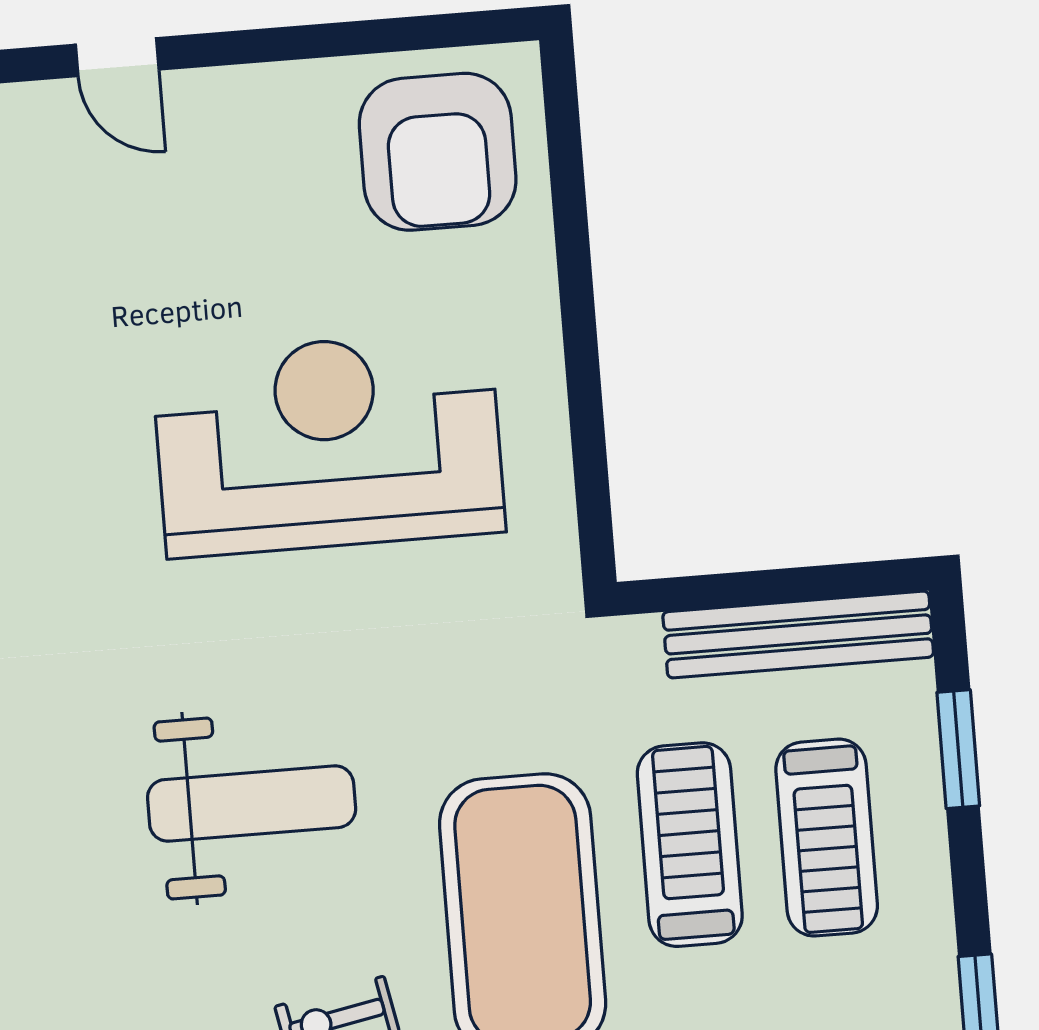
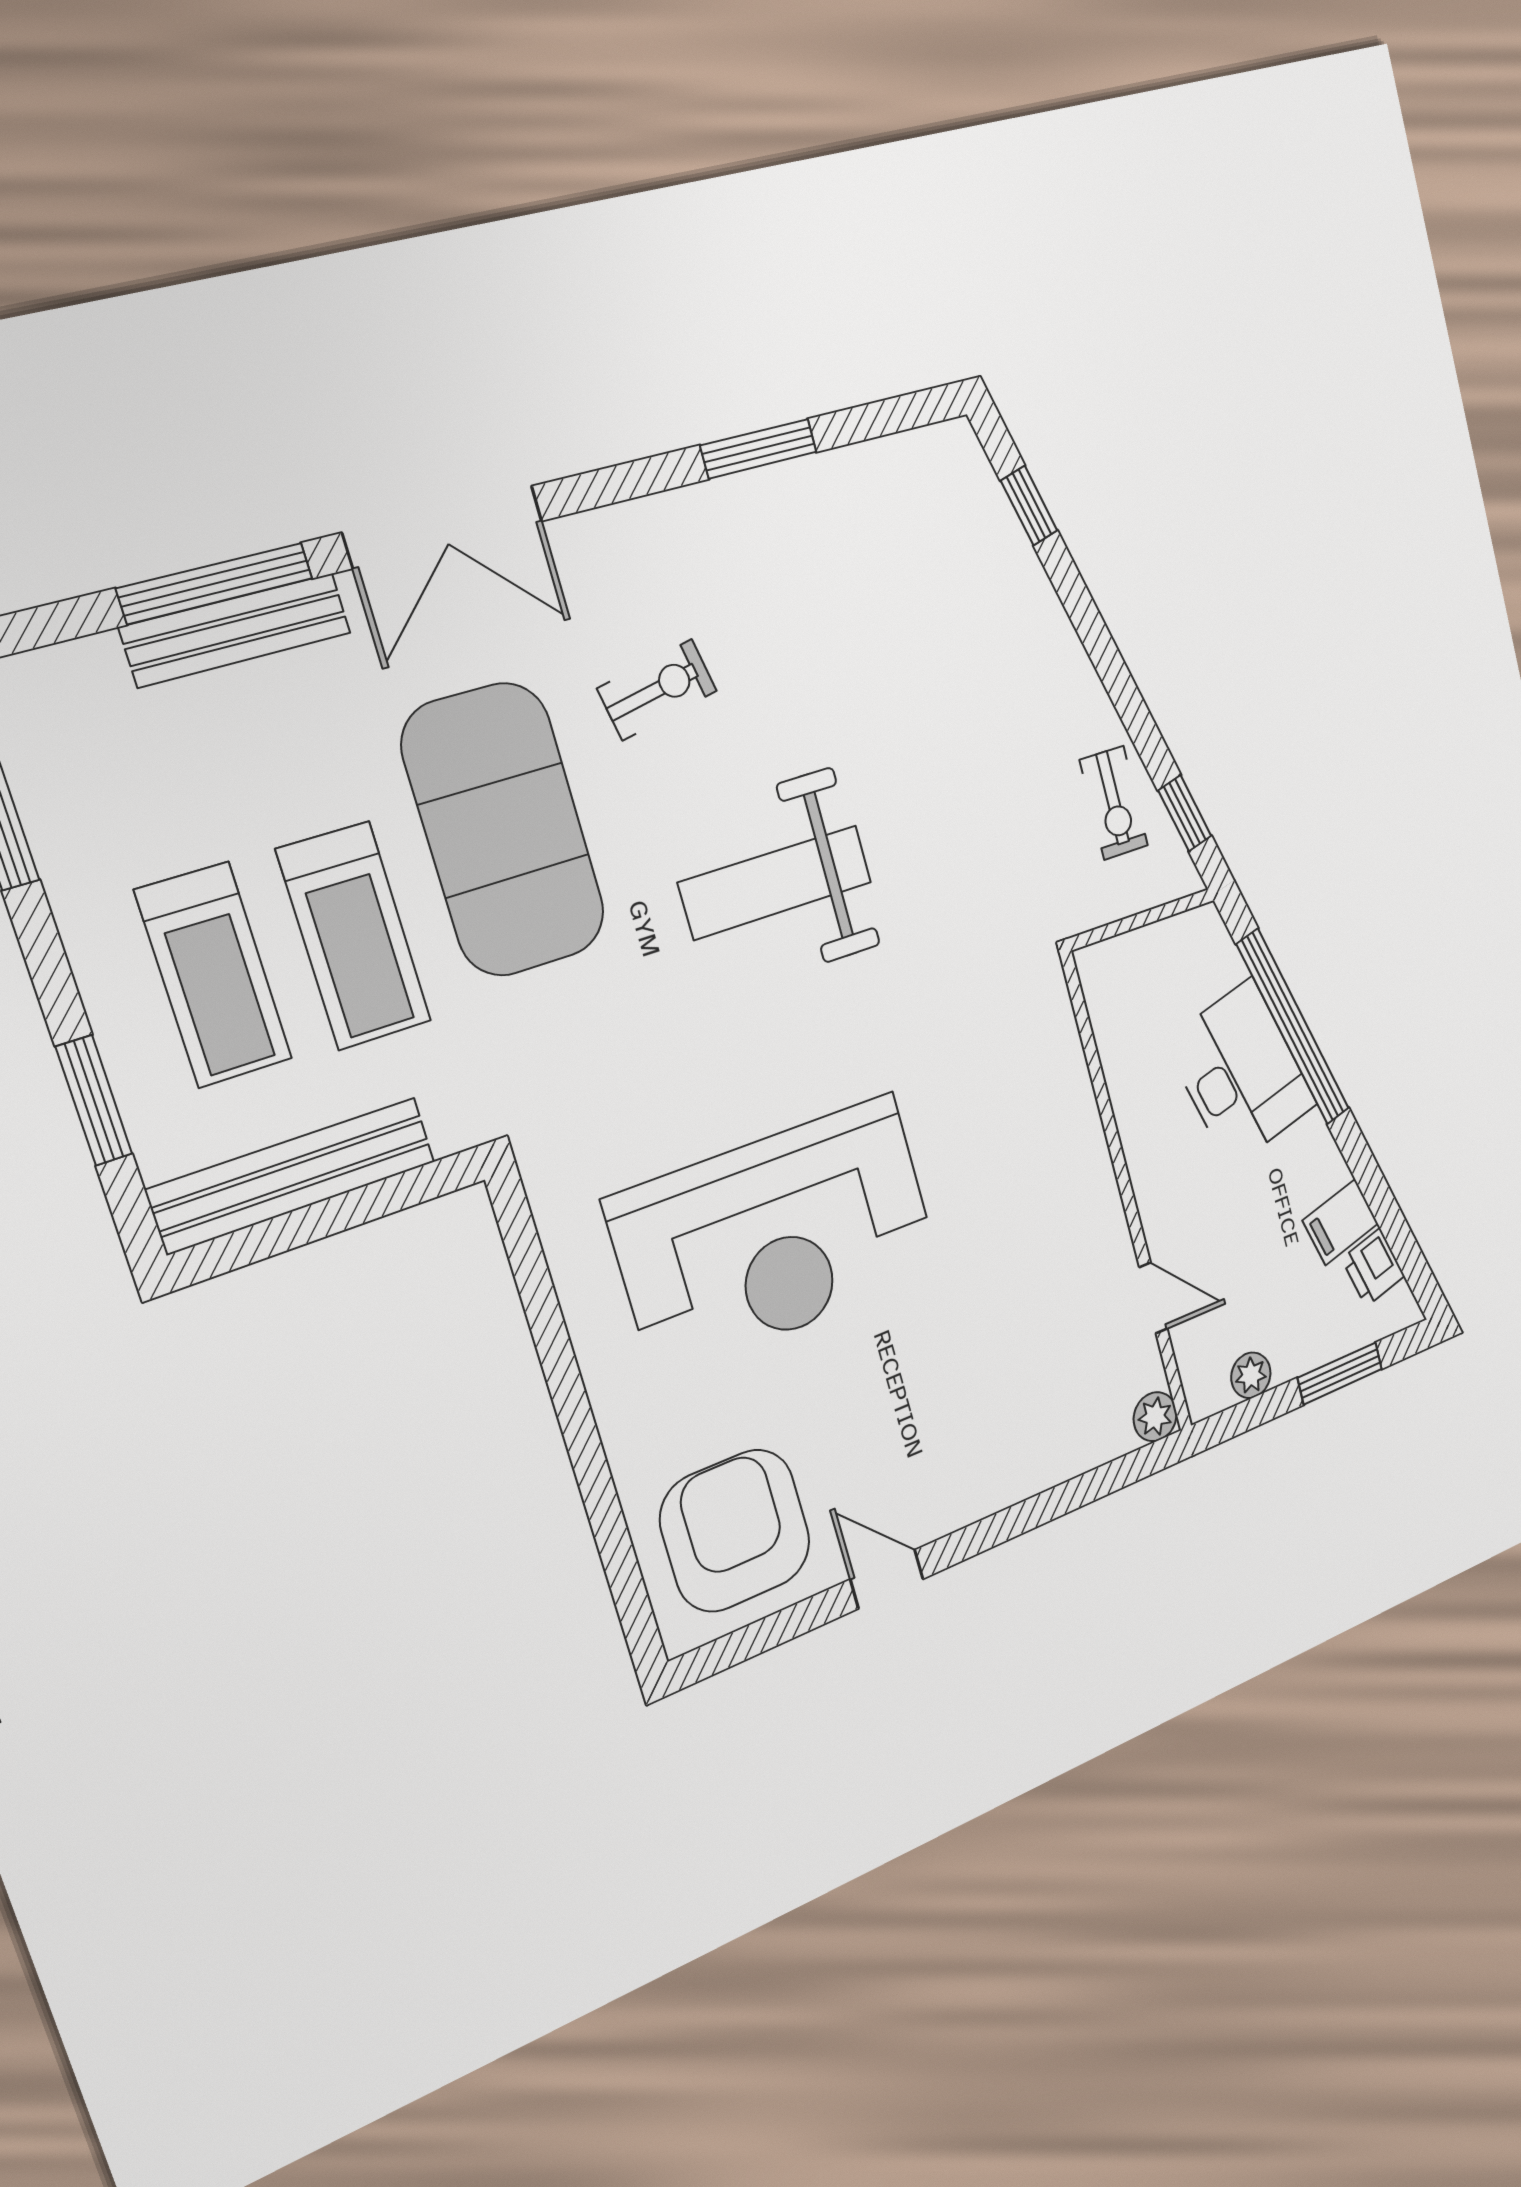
door: (117, 57) -> (887, 1579), moved
treadmill: (827, 838) -> (214, 975), turned 180

